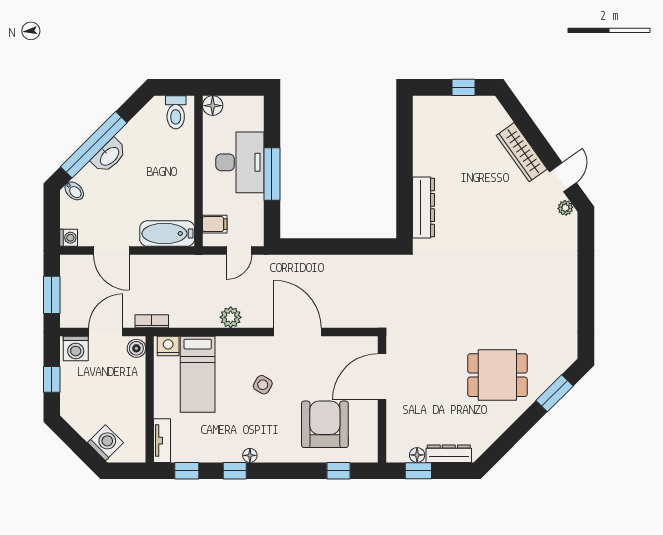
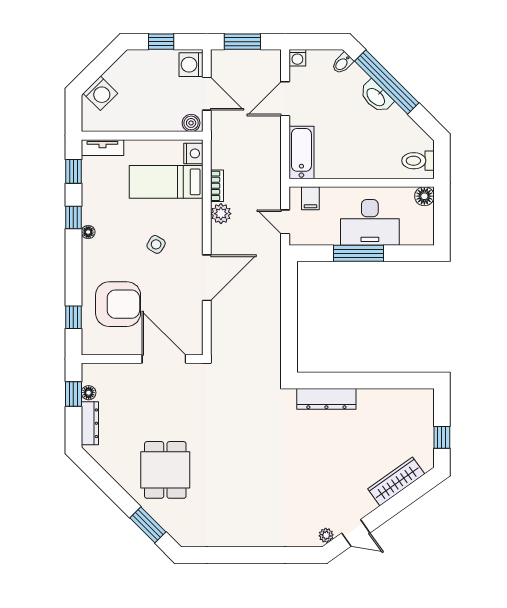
wardrobe: (522, 152) -> (396, 481), moved
bookcase: (152, 321) -> (217, 186), moved

